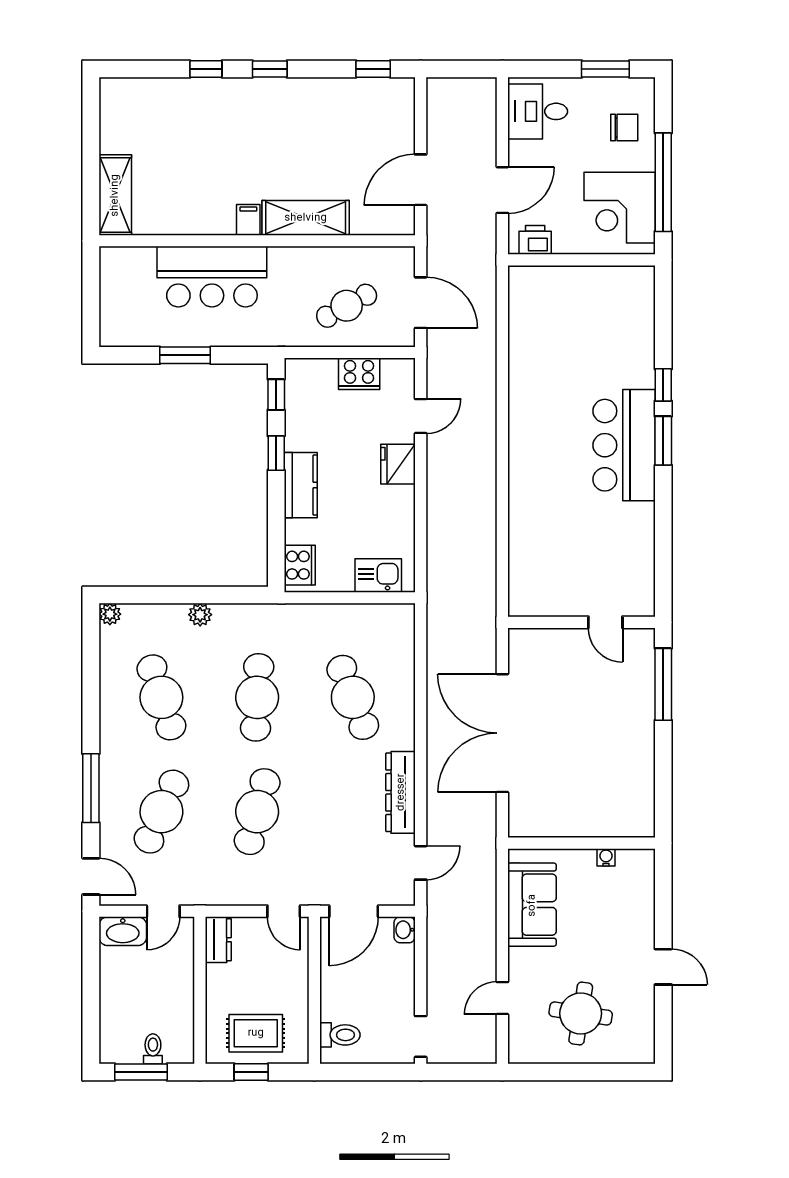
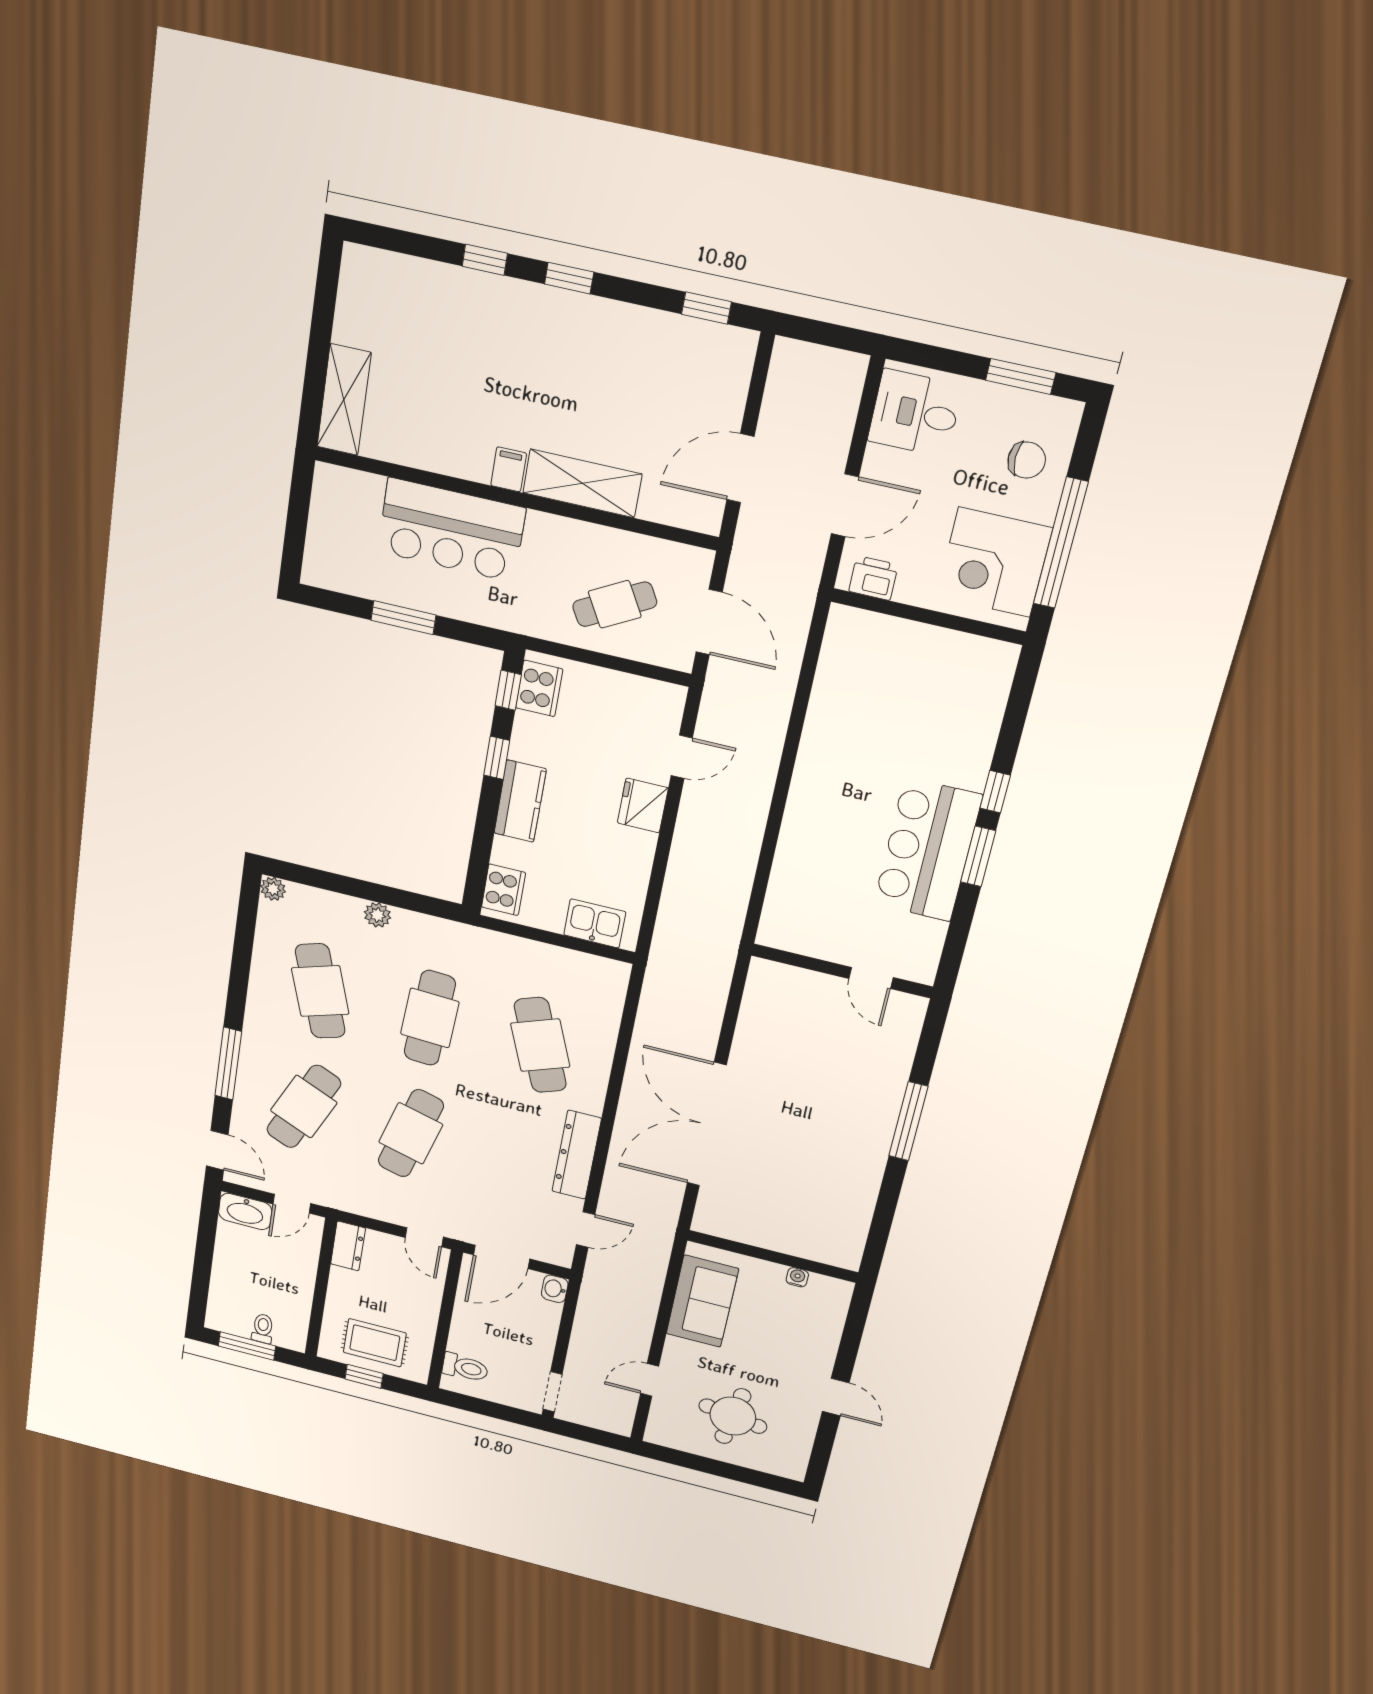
cooker: (359, 374) -> (539, 688), moved, turned -90
wall: (581, 622) -> (842, 971), moved
door: (605, 622) -> (871, 978), moved

